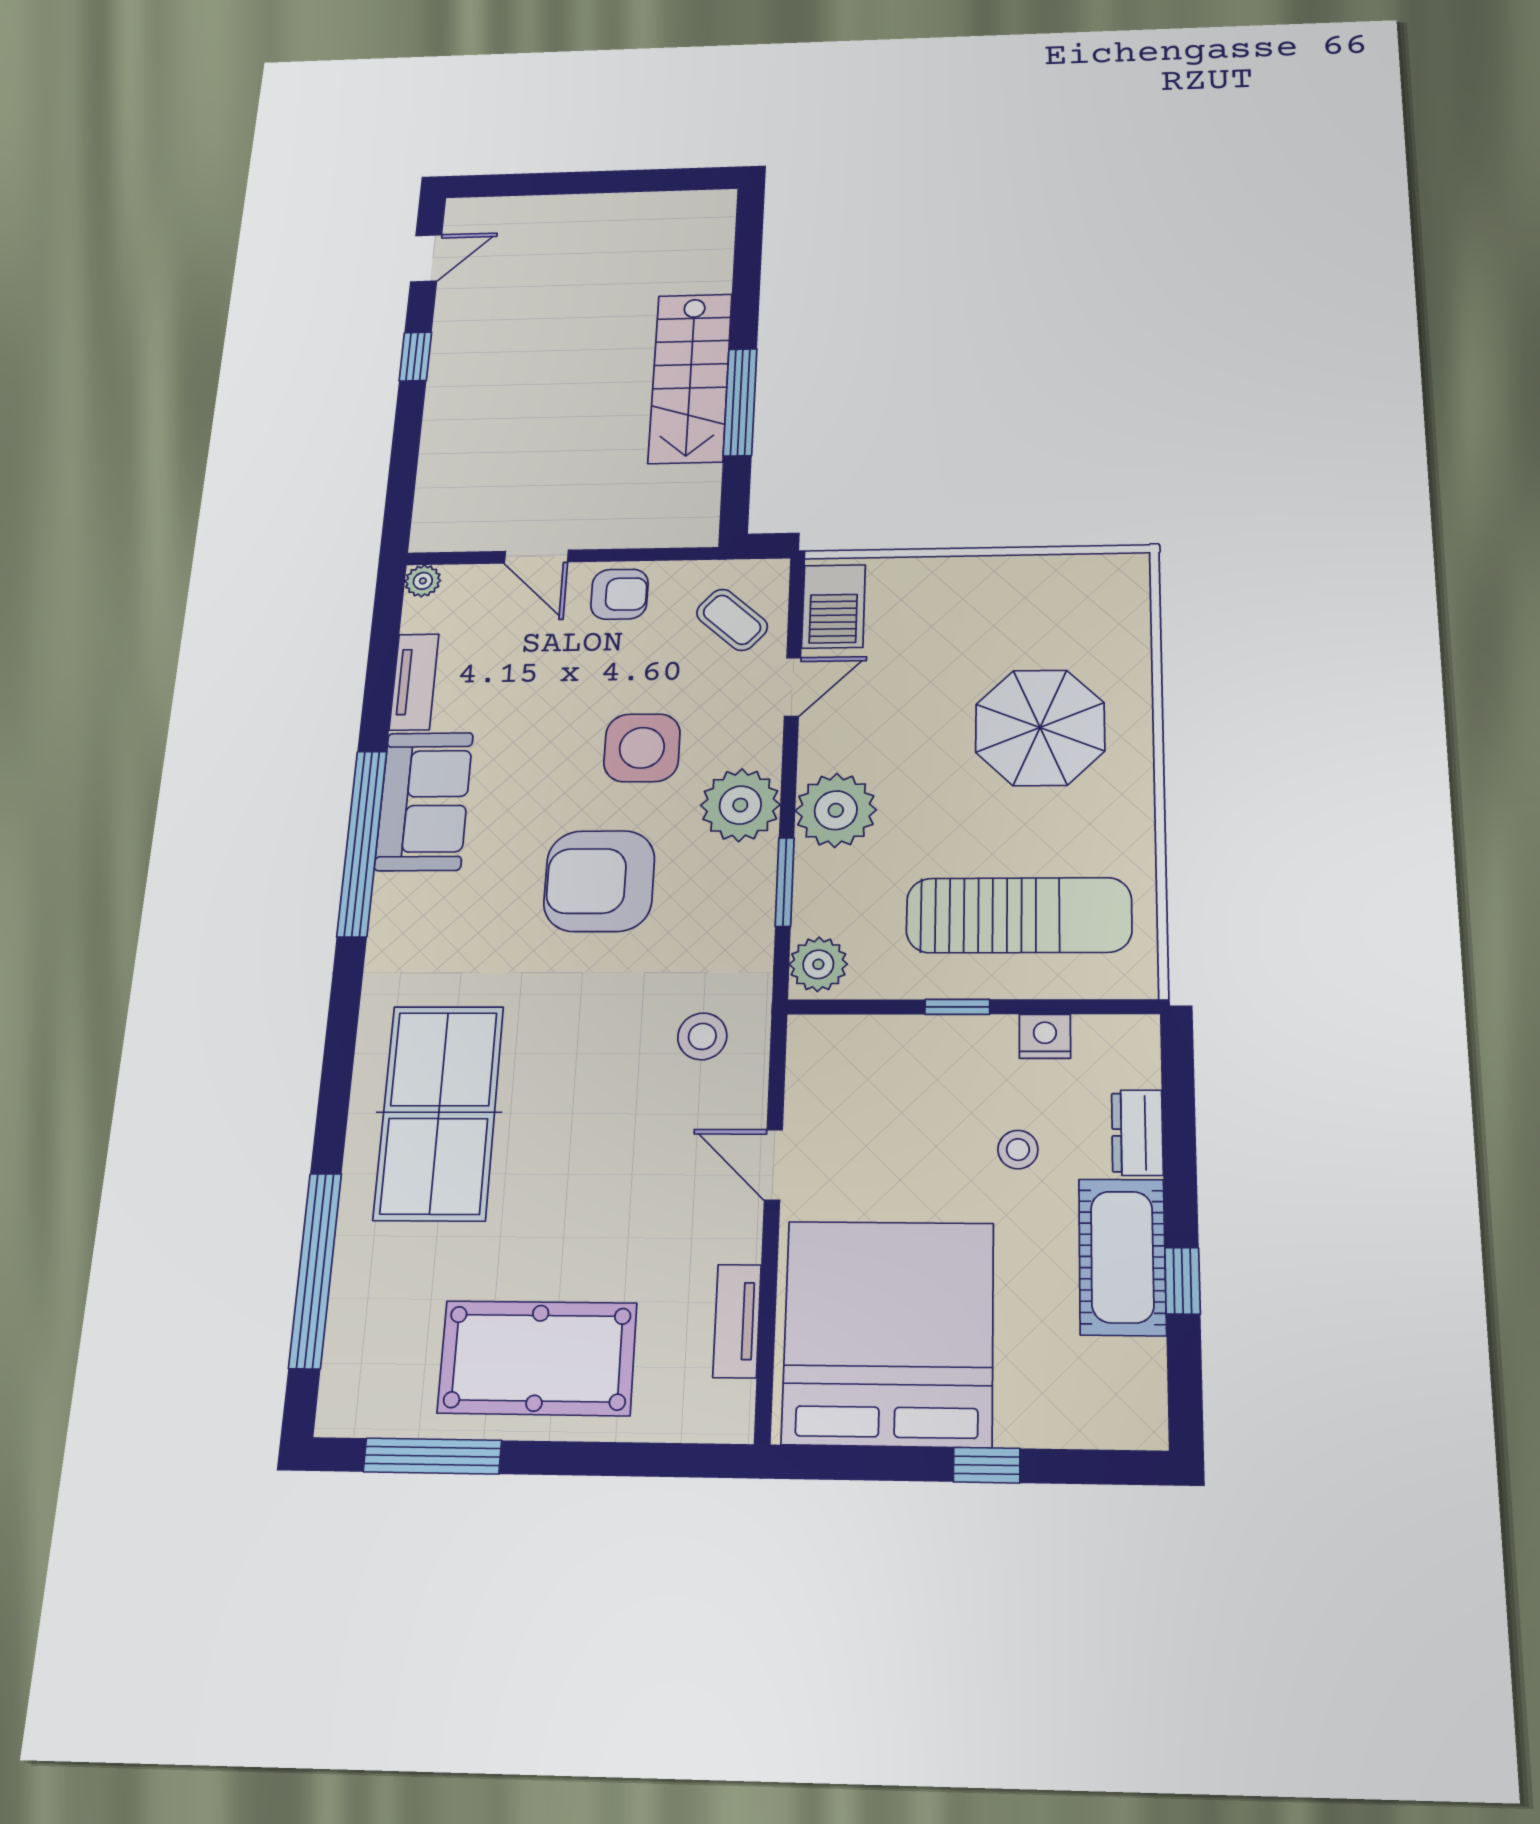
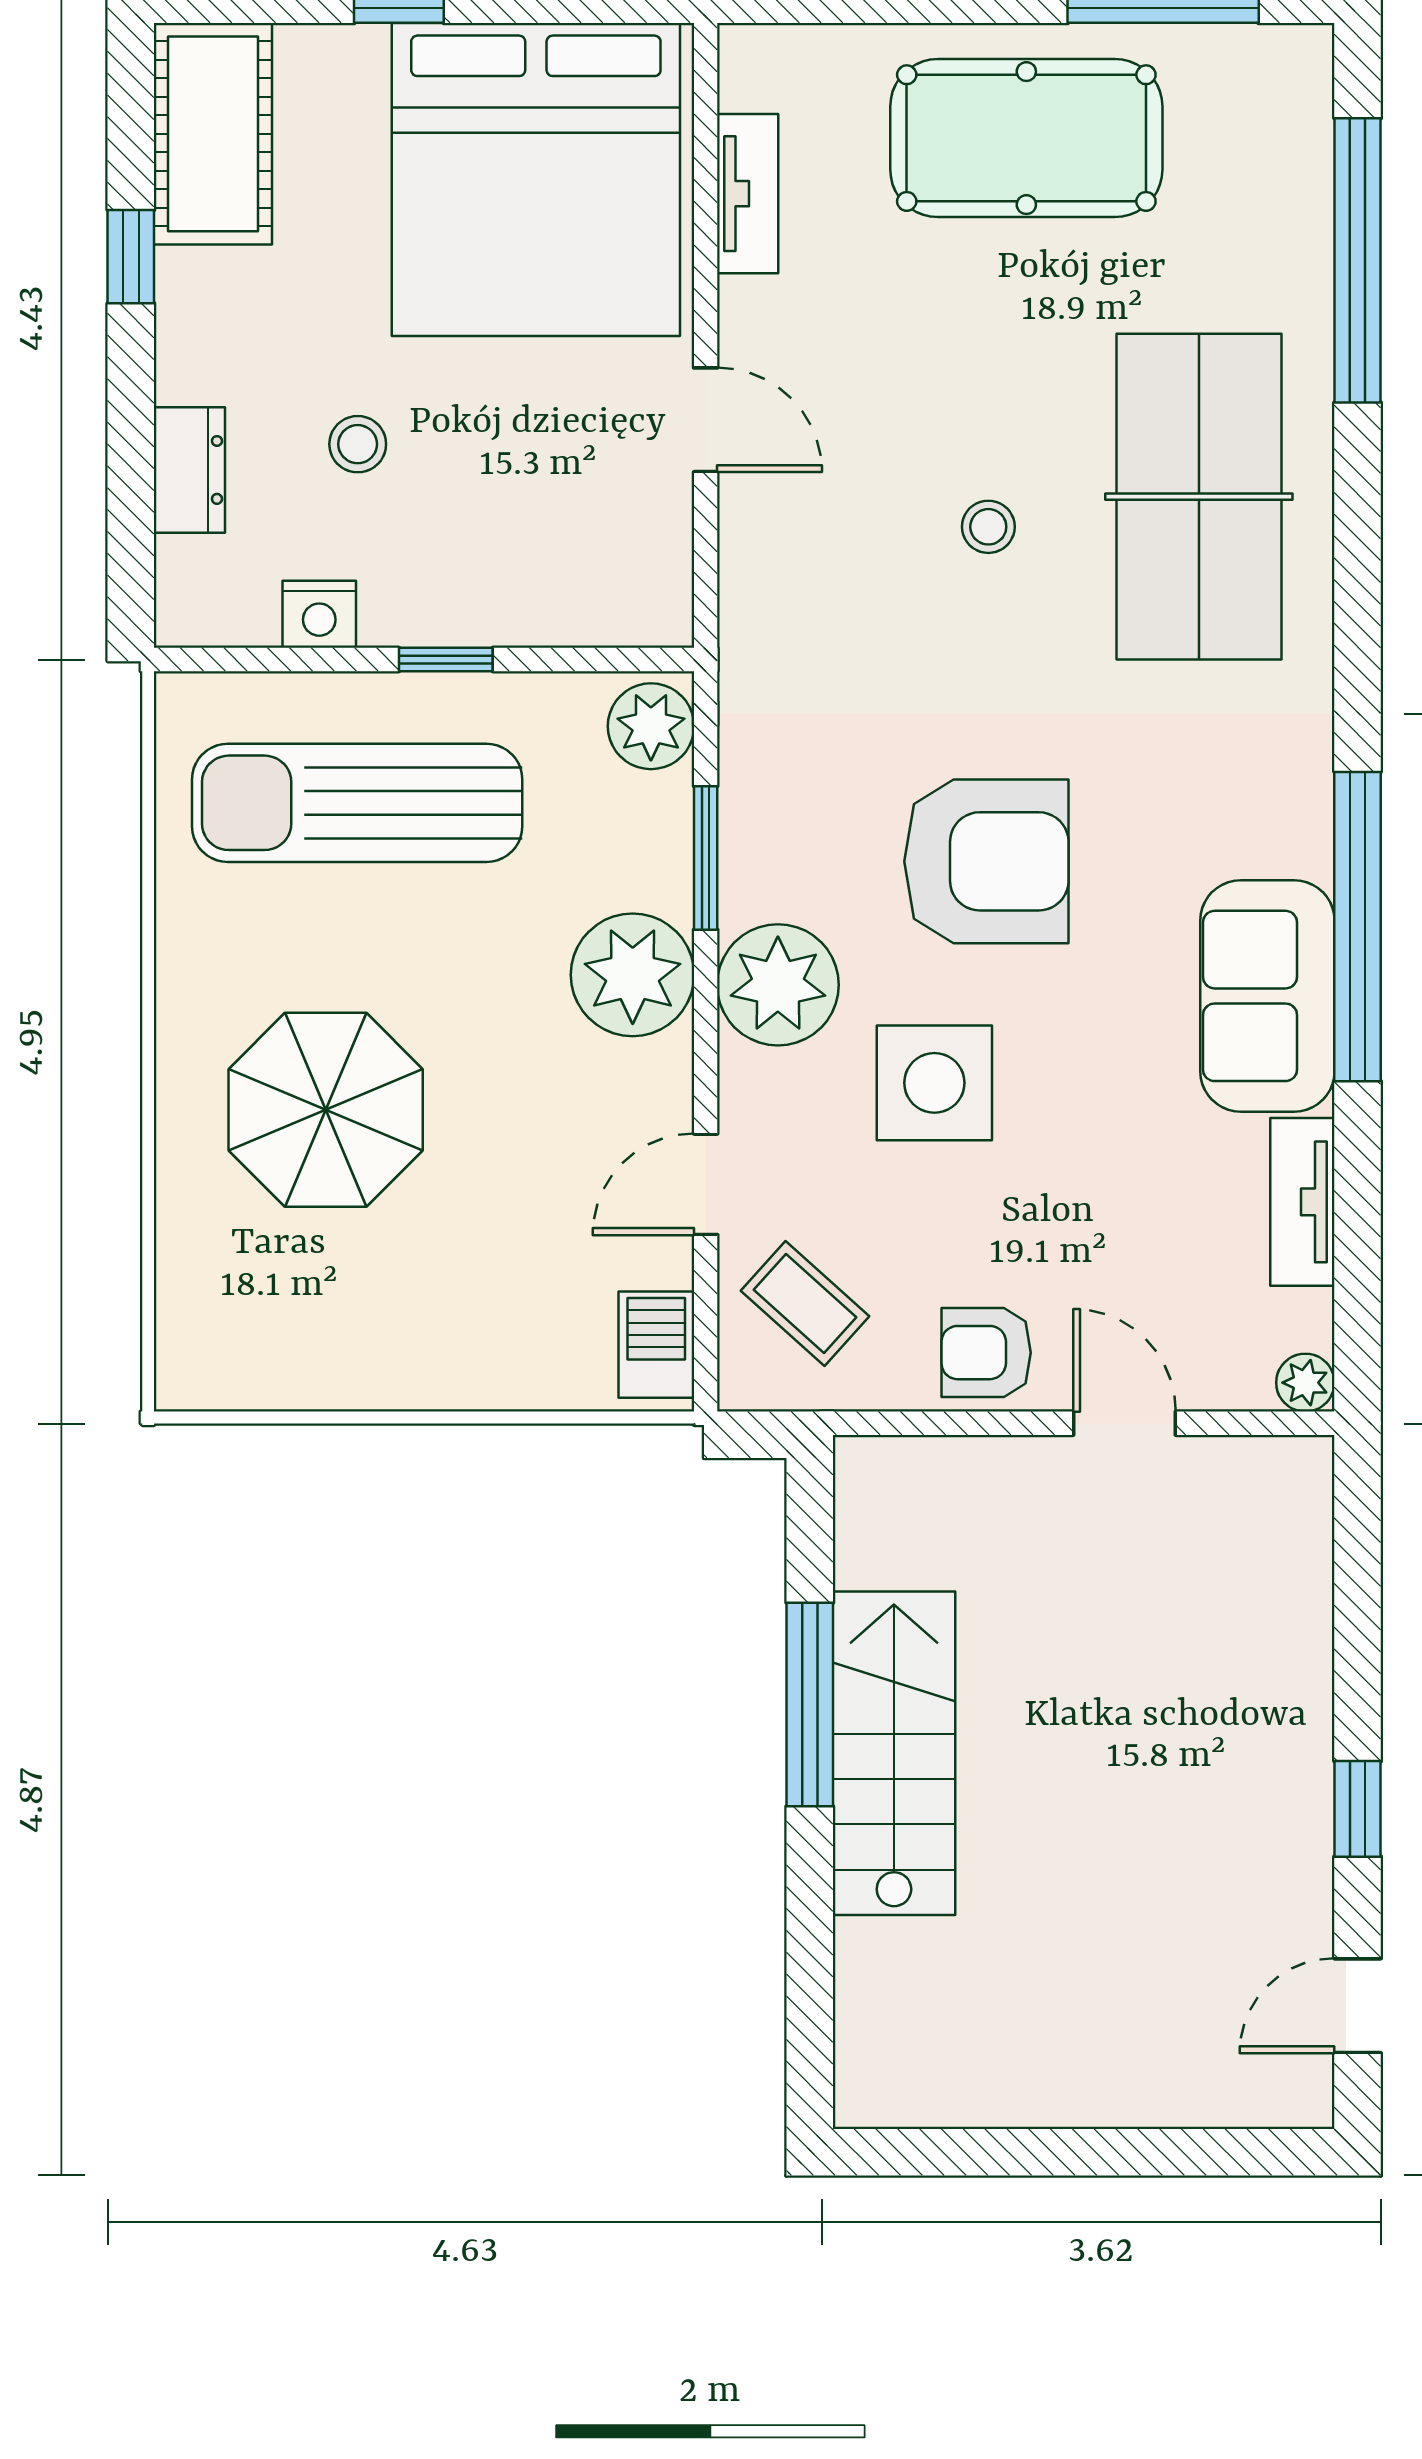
barbecue: (834, 606) -> (656, 1345), width x0.73, depth x0.79
stool: (702, 1036) -> (988, 527), moved, width x0.73, depth x0.73
cot: (1122, 1257) -> (213, 134), moved

